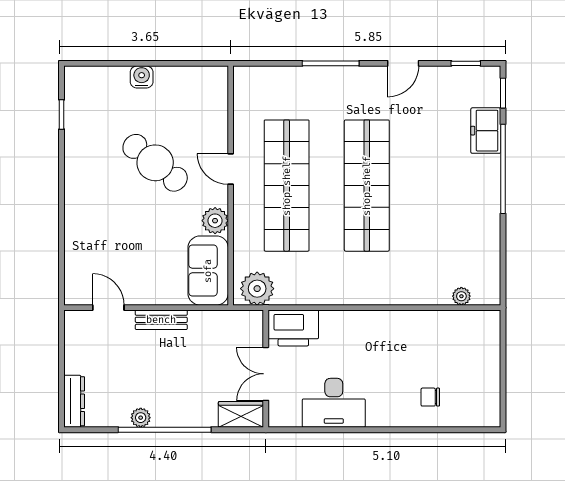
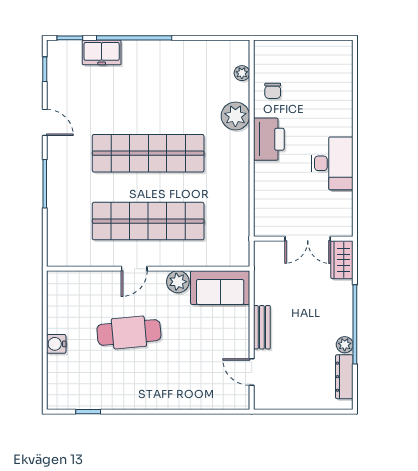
cafe table: (155, 163) -> (129, 332), turned 46
plant: (257, 289) -> (235, 116), moved
door: (108, 308) -> (252, 372), hinge flipped
printer: (293, 328) -> (269, 139), moved
chair: (430, 397) -> (273, 91), moved
dresser: (74, 401) -> (344, 377), moved, turned -90
desk: (334, 403) -> (332, 163), moved

